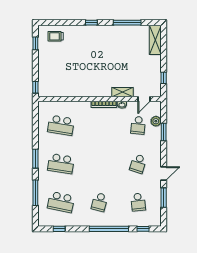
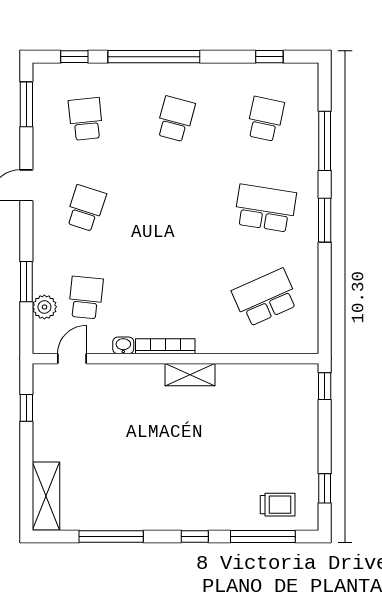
window: (62, 23) -> (263, 536), added
shelving: (123, 92) -> (190, 375), moved
school desk: (61, 125) -> (265, 298), turned -33
window: (164, 198) -> (26, 104), moved
school desk: (61, 202) -> (265, 119), width x0.54

